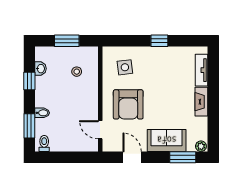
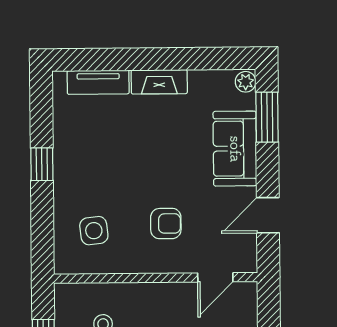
armchair: (128, 104) -> (166, 224), width x0.53, depth x0.53

